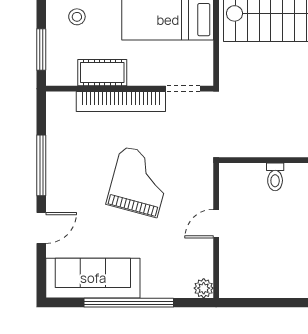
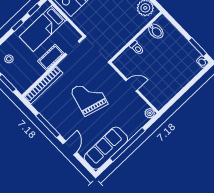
cot: (102, 73) -> (51, 57), moved
bookcase: (121, 101) -> (43, 85), moved
door: (216, 224) -> (132, 85), swing flipped

